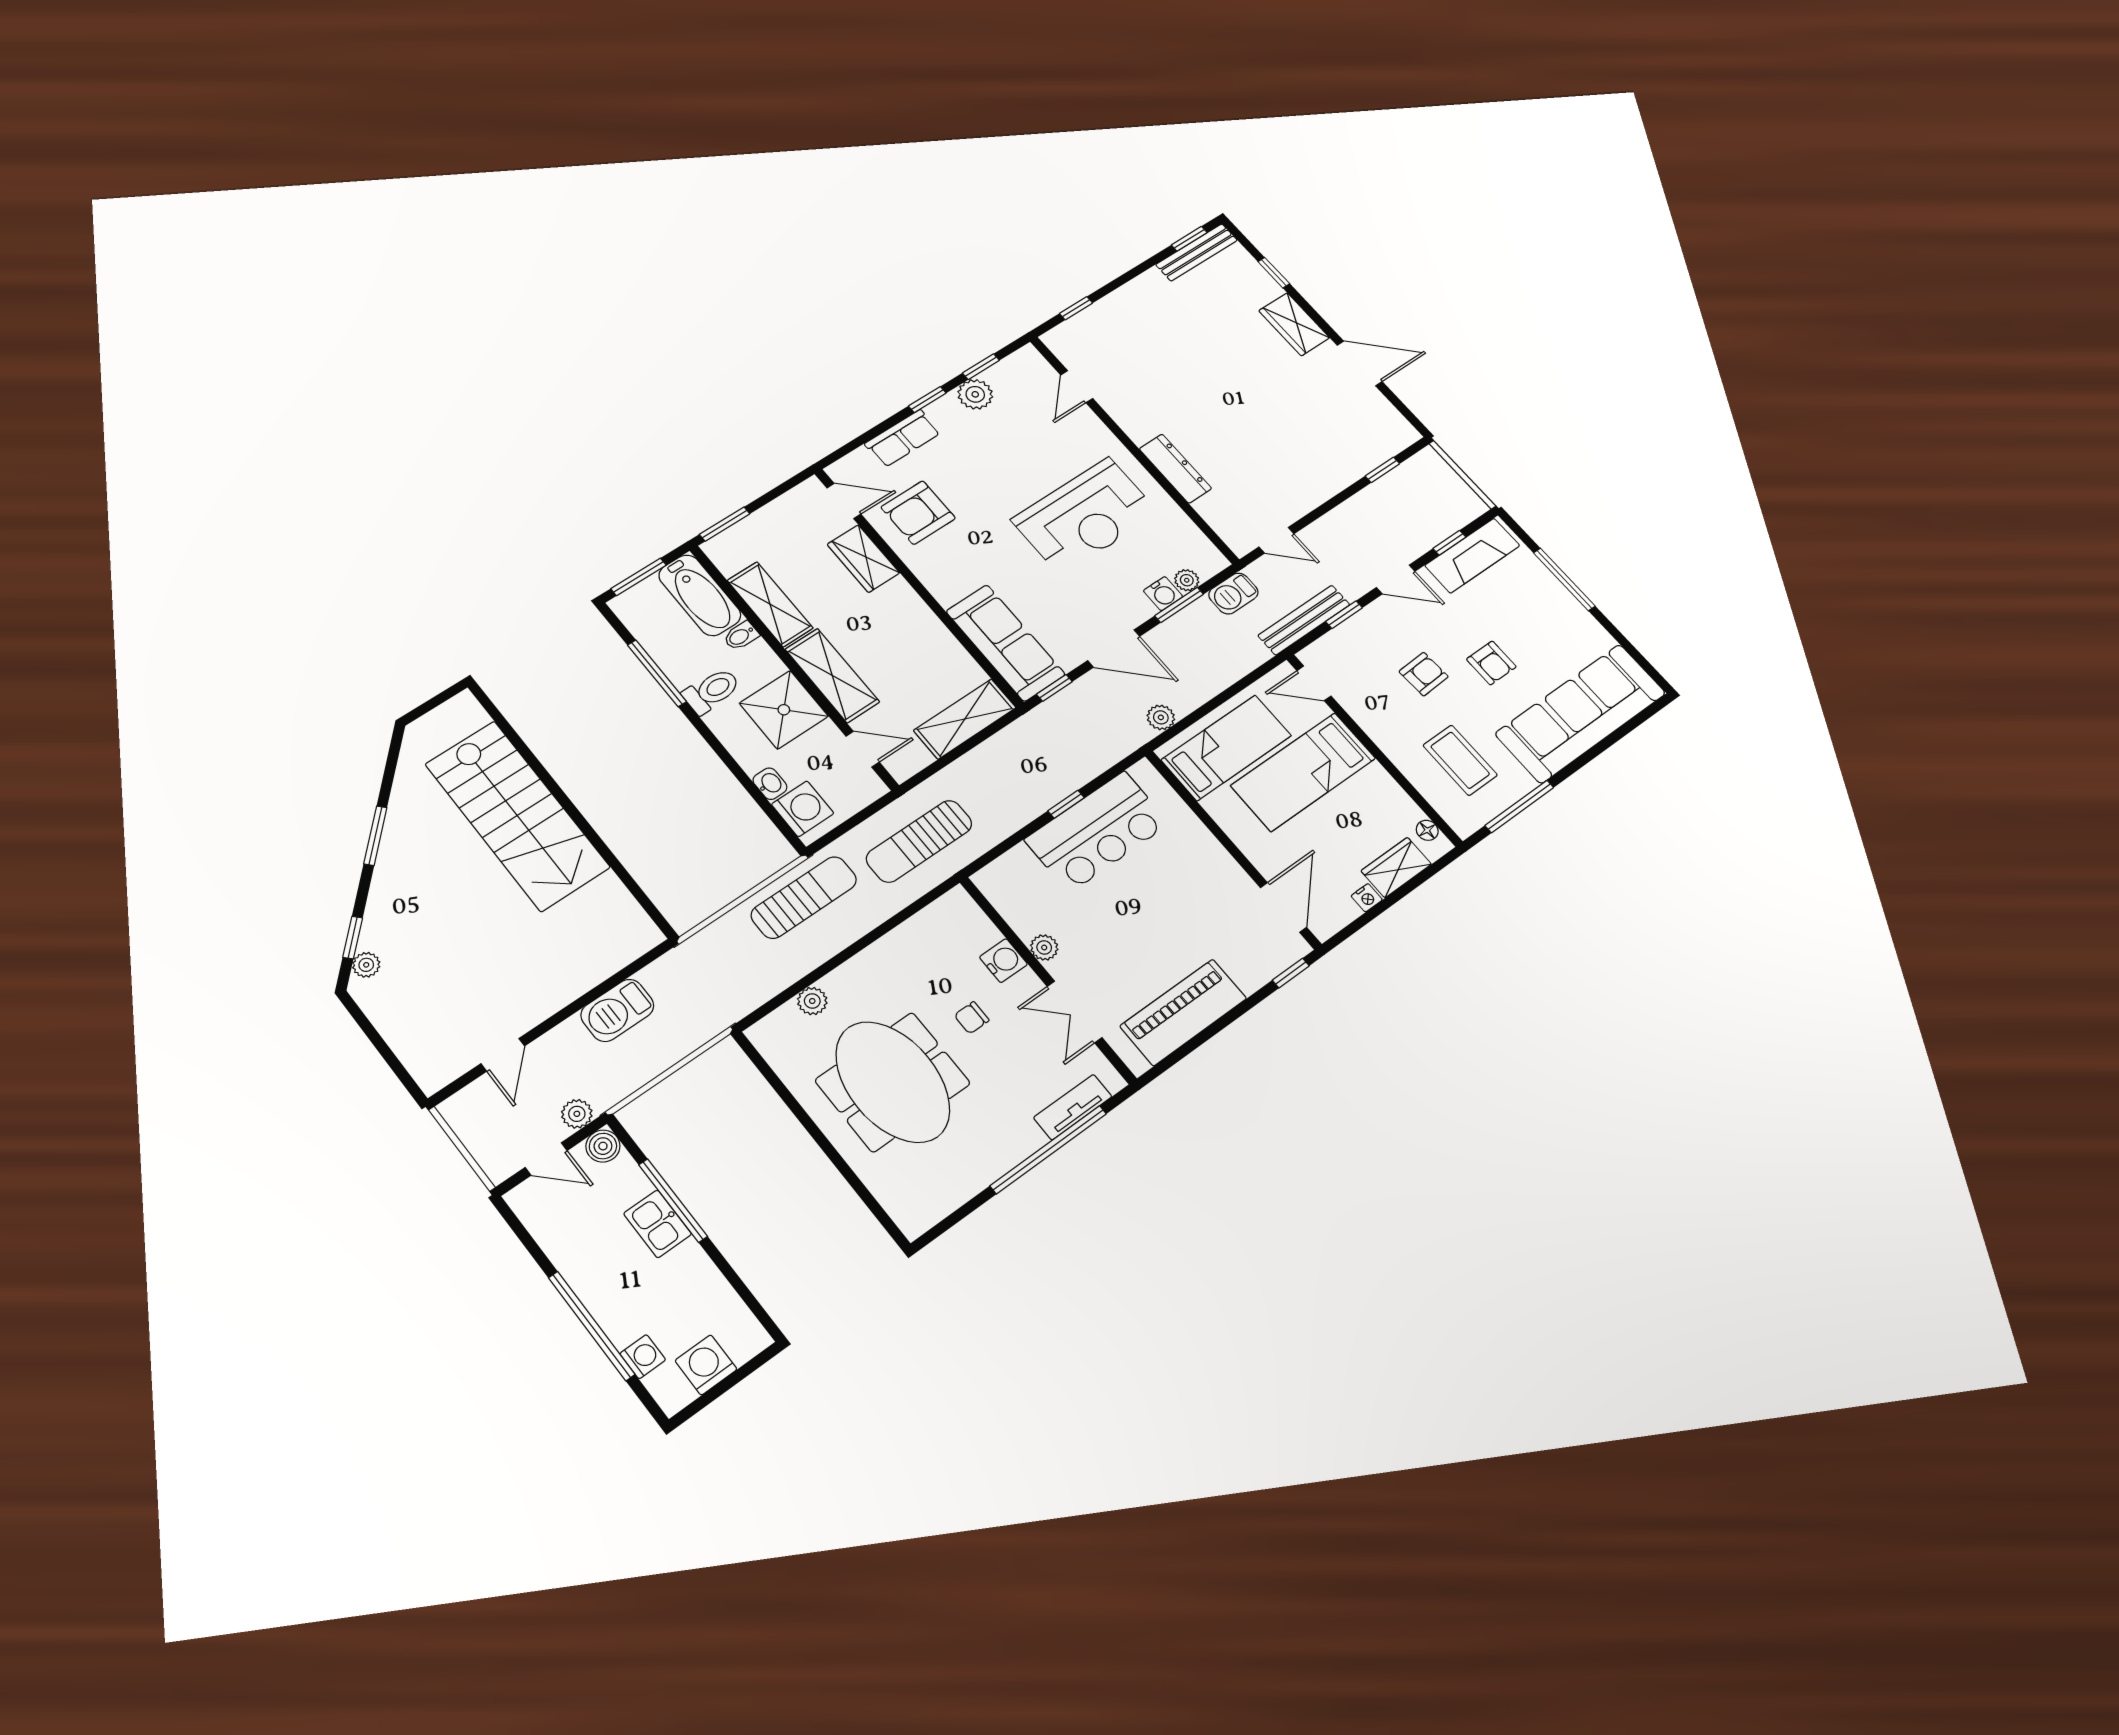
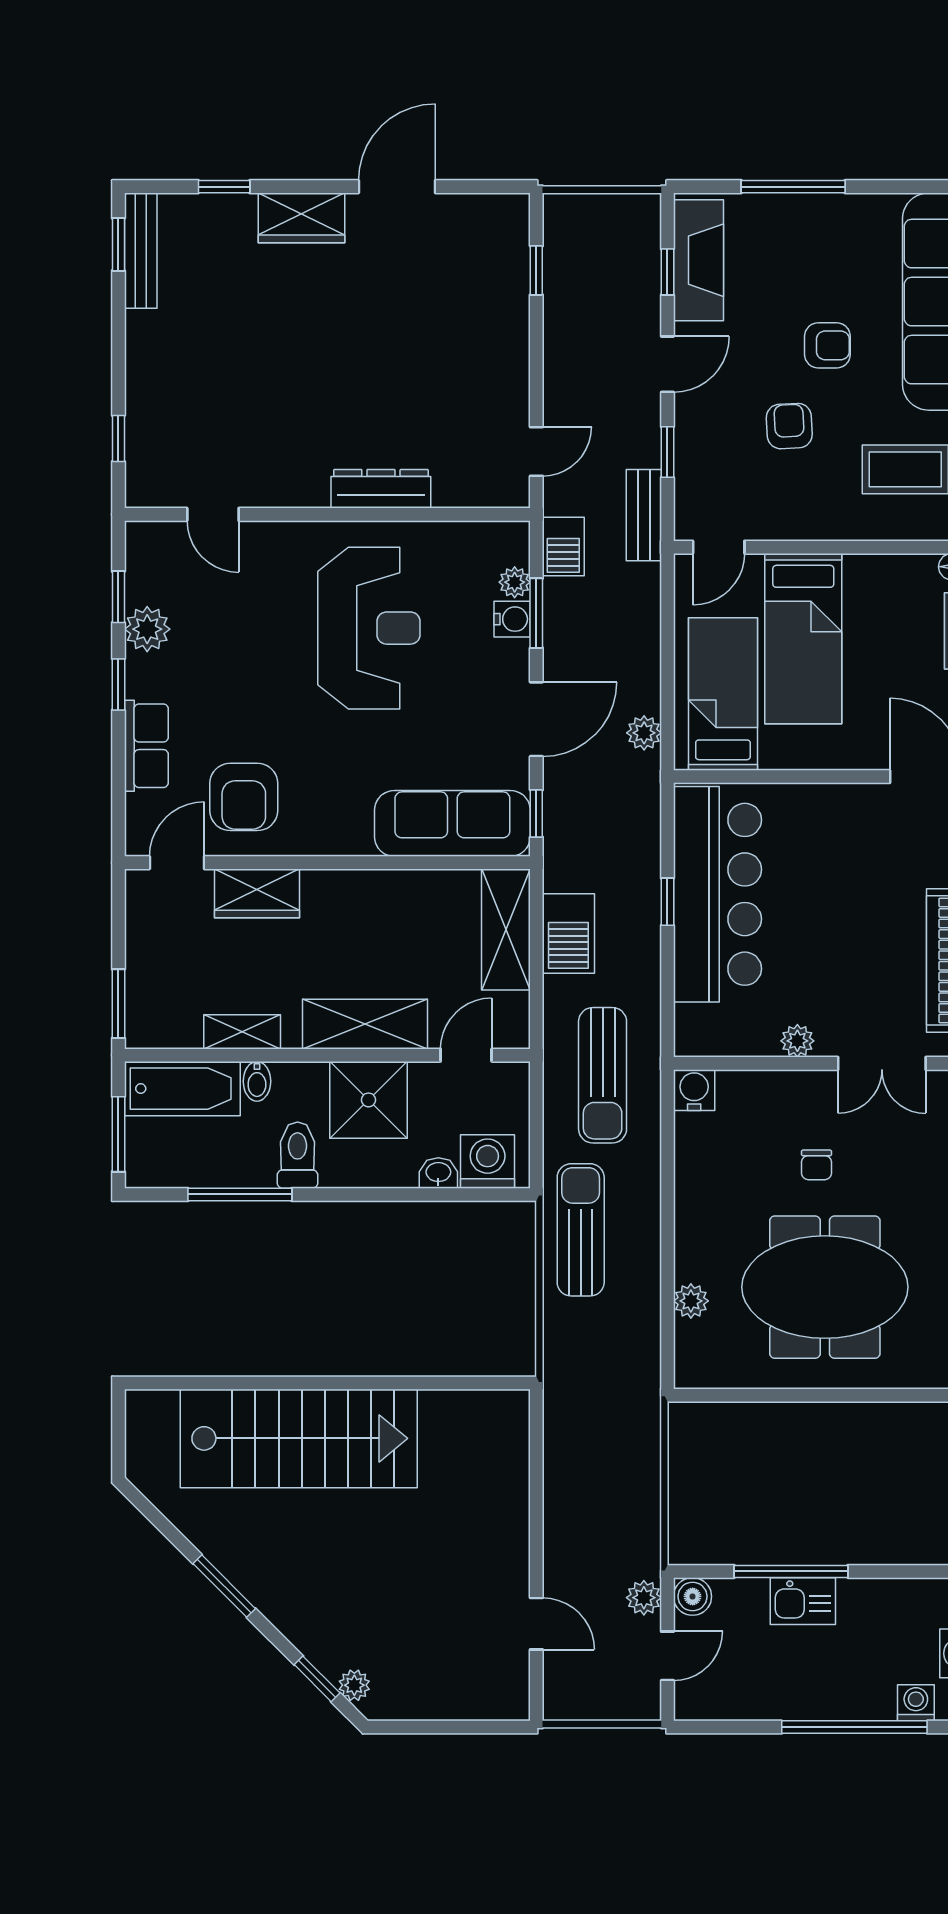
shelving: (770, 604) -> (242, 1032), width x0.67, depth x0.75
bench: (1304, 620) -> (644, 515), width x0.73
bar counter: (1097, 832) -> (717, 894), width x1.36
water cooler: (1003, 961) -> (694, 1090), moved
barbecue: (617, 1010) -> (568, 933), moved

